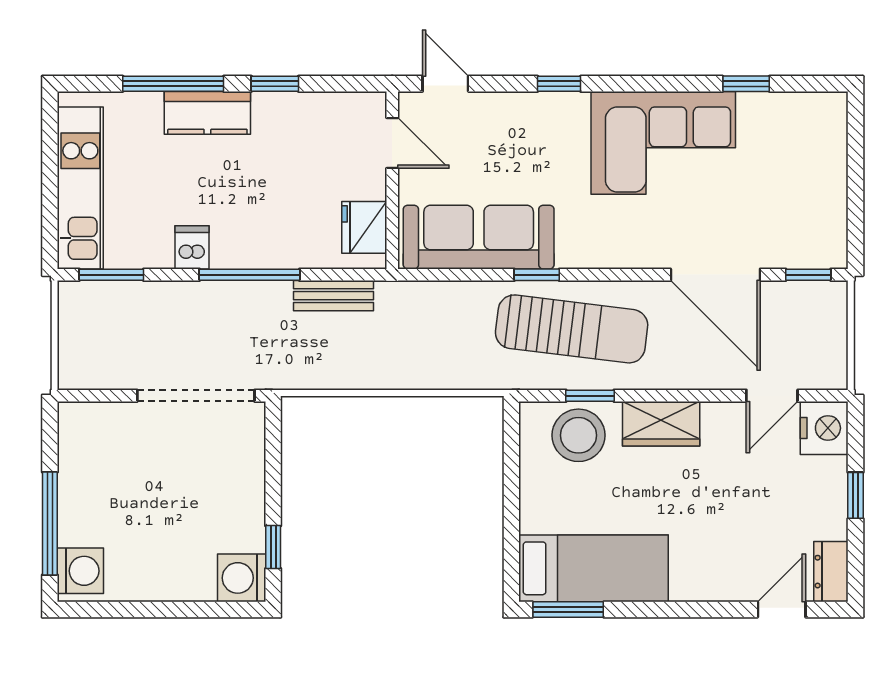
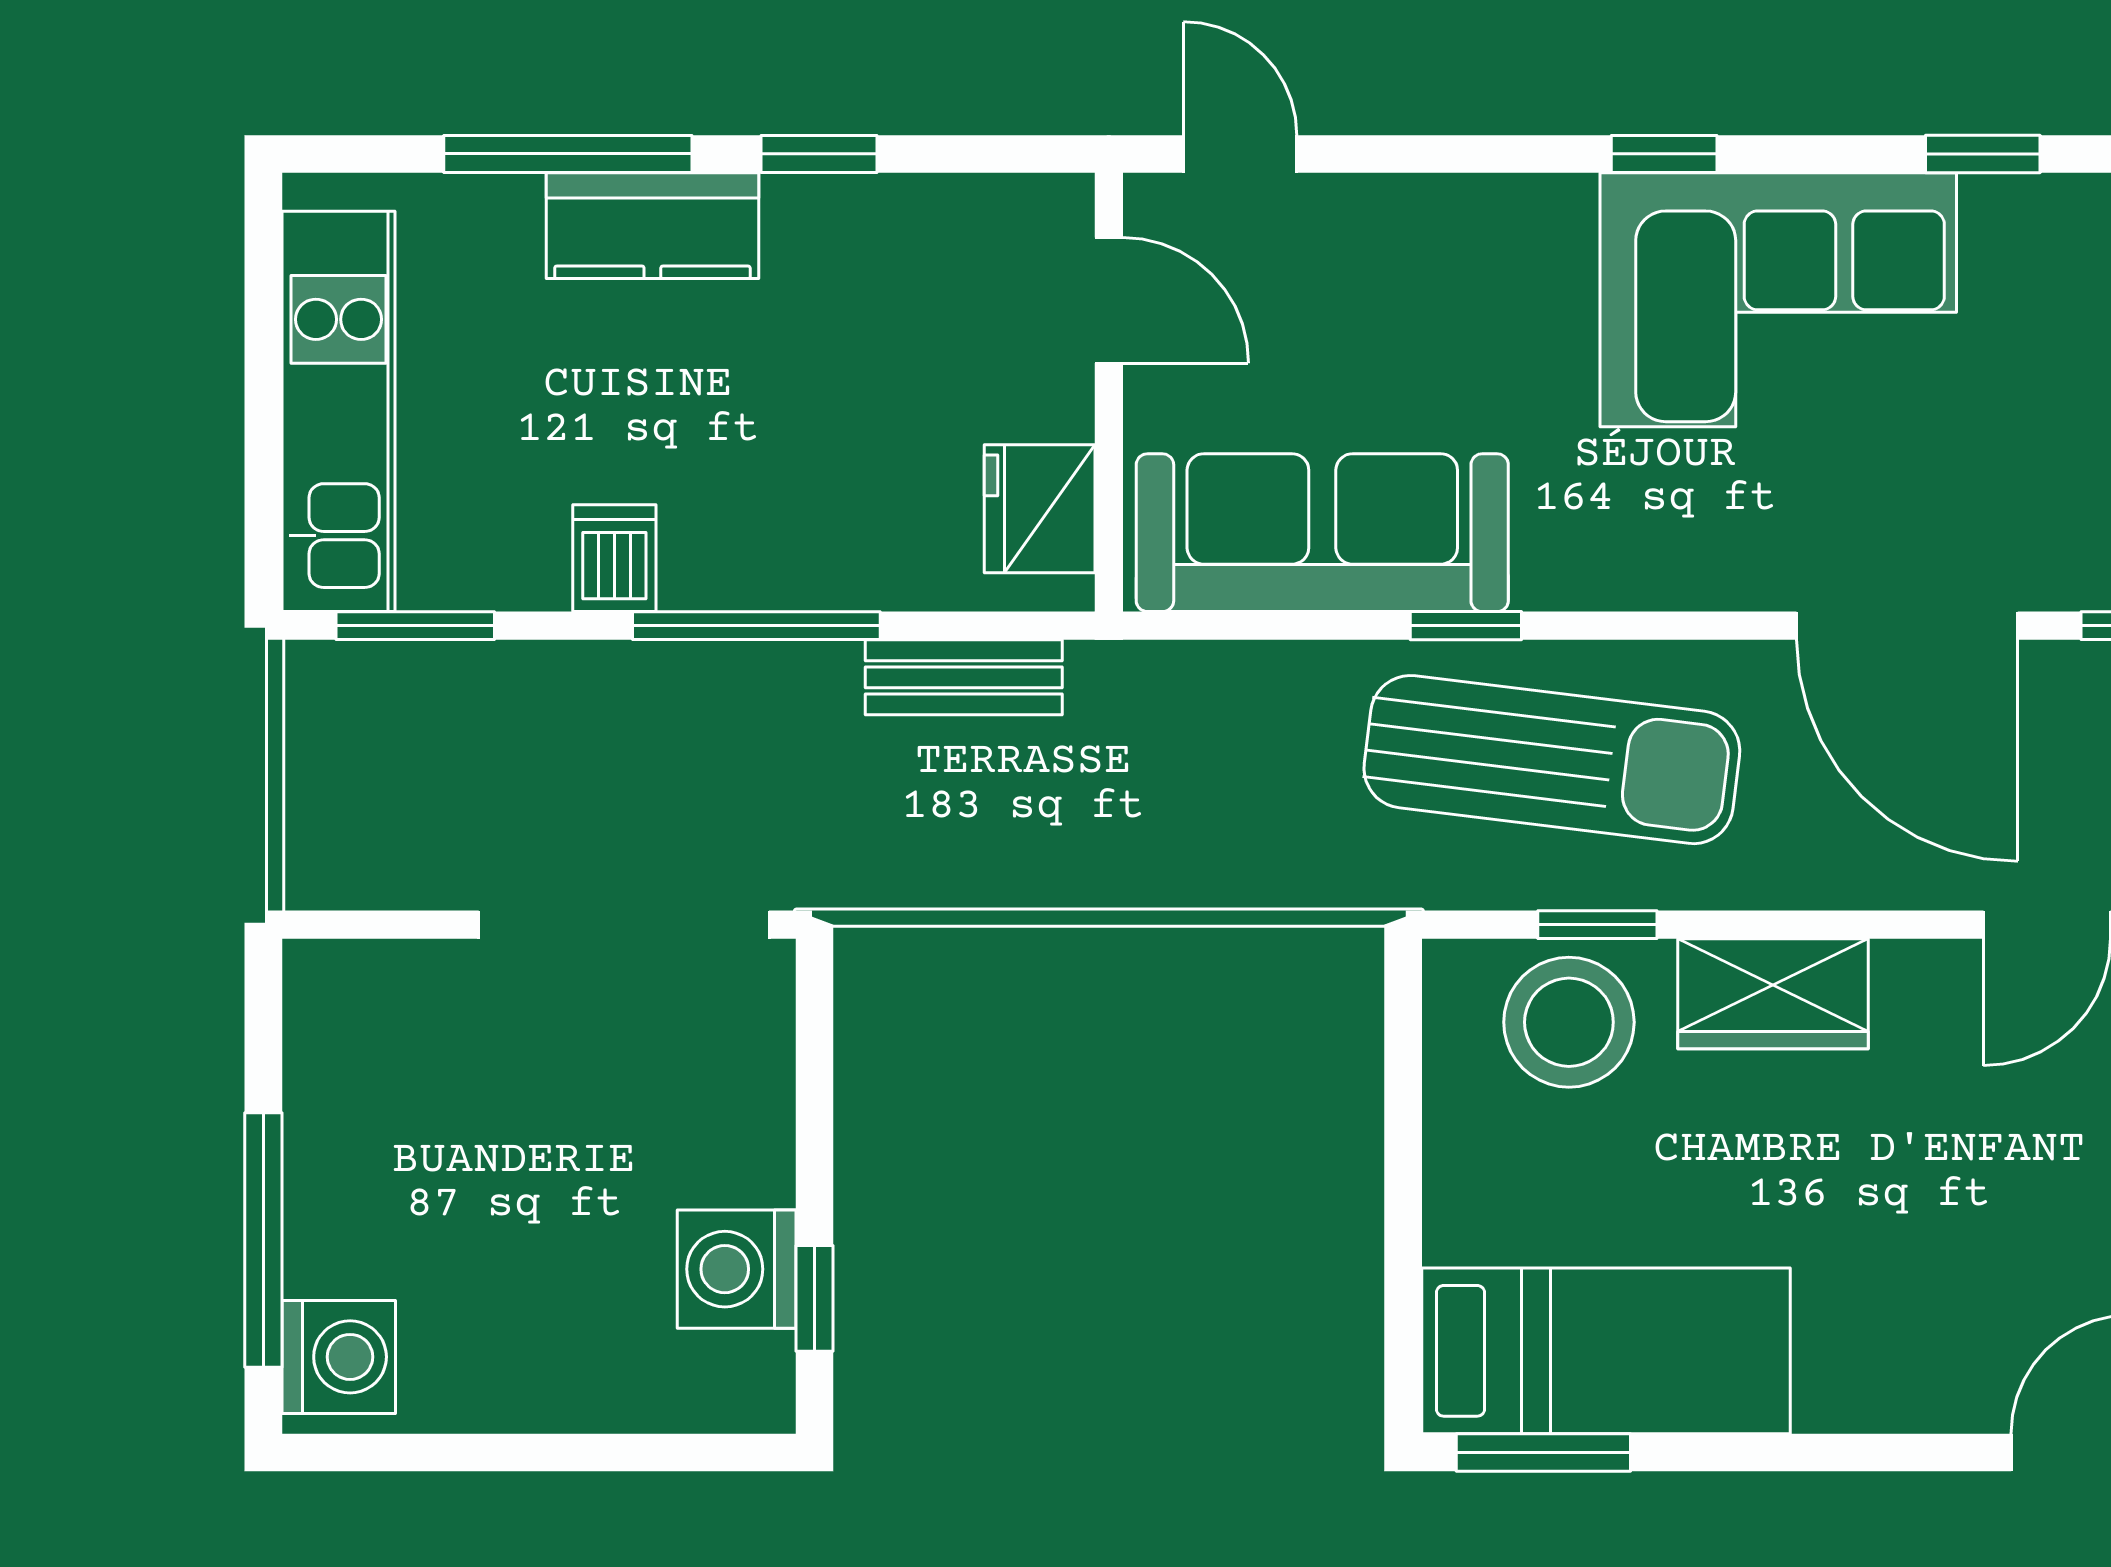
window: (559, 84) -> (1664, 154), moved
washing machine: (242, 578) -> (737, 1269), moved

